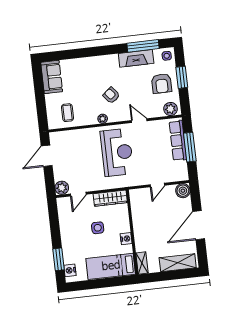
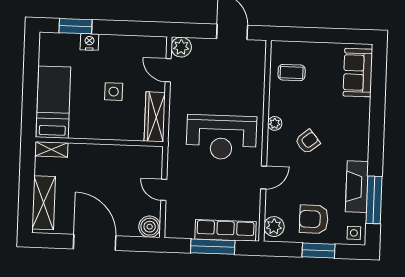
sofa: (52, 77) -> (358, 73), moved, turned 90
nightstand: (126, 239) -> (91, 131), removed
nightstand: (70, 270) -> (89, 42), moved

